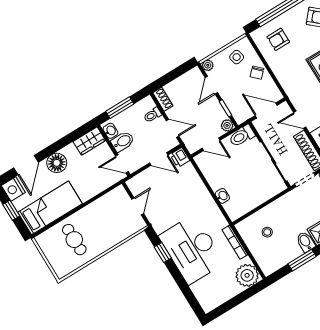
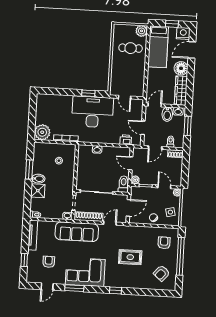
wardrobe: (89, 141) -> (181, 91), width x1.50
door: (211, 144) -> (131, 163), hinge flipped
printer: (180, 157) -> (126, 140), moved
door: (159, 159) -> (143, 128), hinge flipped
door: (26, 165) -> (192, 50), hinge flipped
plant: (45, 241) -> (142, 31), added
desk: (192, 249) -> (93, 112), moved

